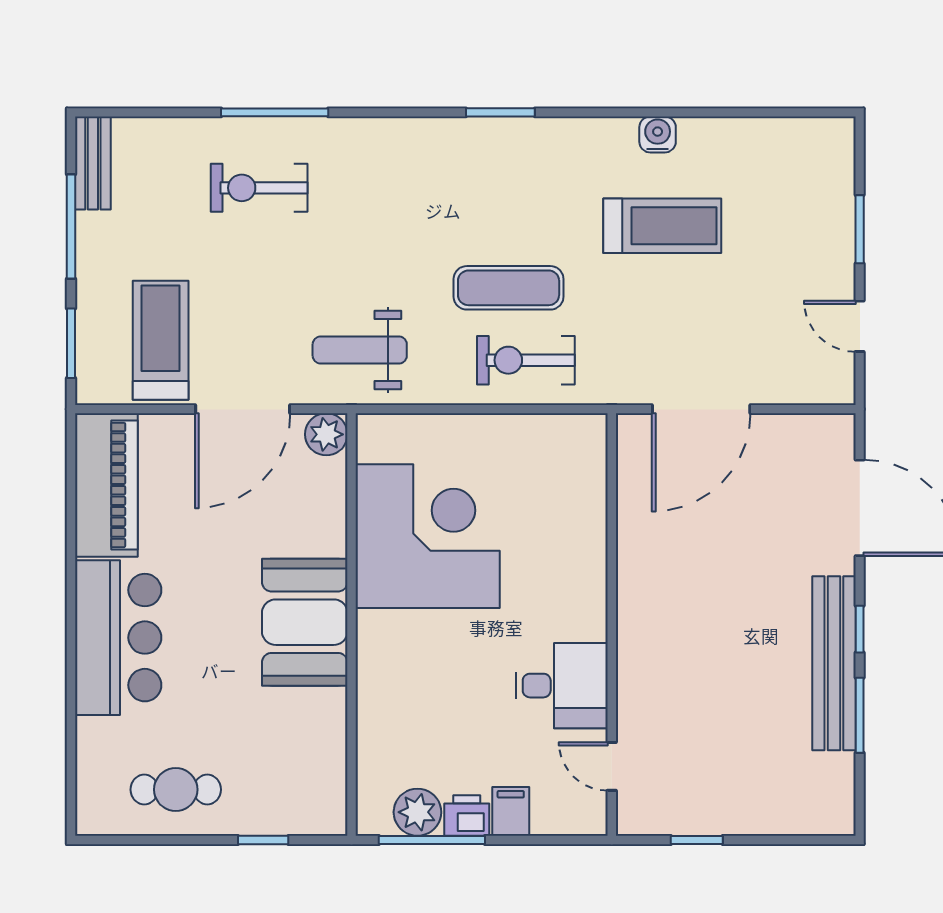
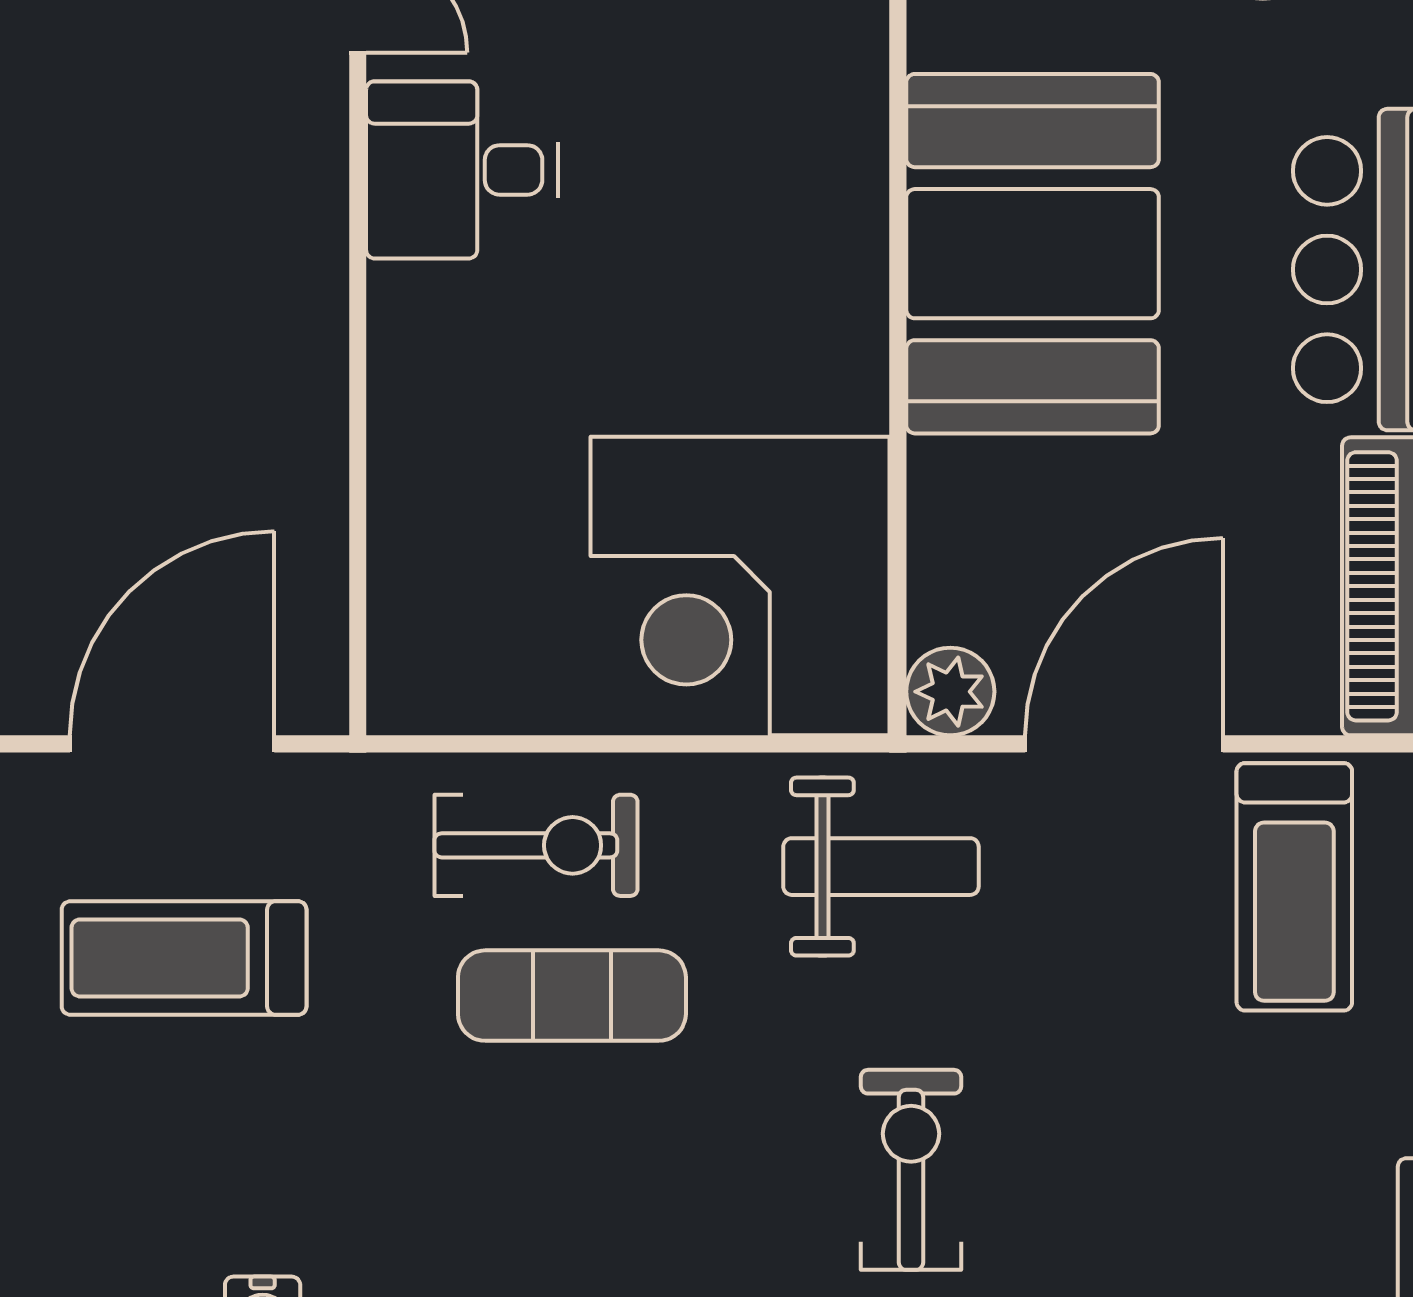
exercise bike: (259, 188) -> (911, 1170), moved, turned -90
treadmill: (662, 226) -> (184, 958), moved
corner desk: (428, 536) -> (740, 586), moved
booth: (305, 622) -> (1033, 254), width x1.36, depth x1.42

